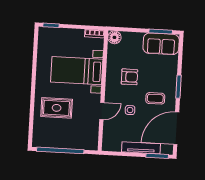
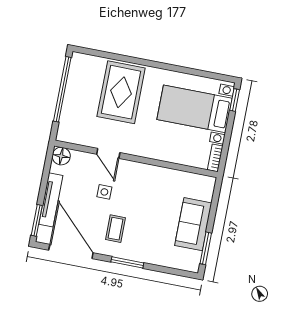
floor lamp: (114, 37) -> (61, 156), moved
sofa: (161, 44) -> (193, 224), moved
bed with nightstands: (77, 71) -> (195, 109), moved, turned -90
armchair: (129, 77) -> (150, 197), removed
rug: (57, 108) -> (121, 92), width x1.36, depth x1.43

